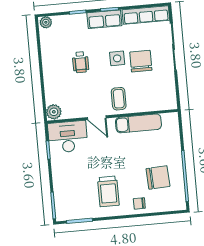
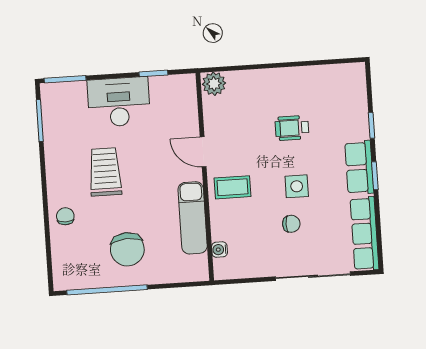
plant: (46, 22) -> (357, 74), removed
chair: (141, 61) -> (291, 224), width x0.54, depth x0.54
water cooler: (158, 106) -> (220, 250), added
door: (97, 118) -> (203, 152), hinge flipped
desk: (68, 137) -> (119, 102), moved, turned -90
chair: (158, 177) -> (127, 249), moved
trolley: (108, 191) -> (105, 172), moved, turned 90

